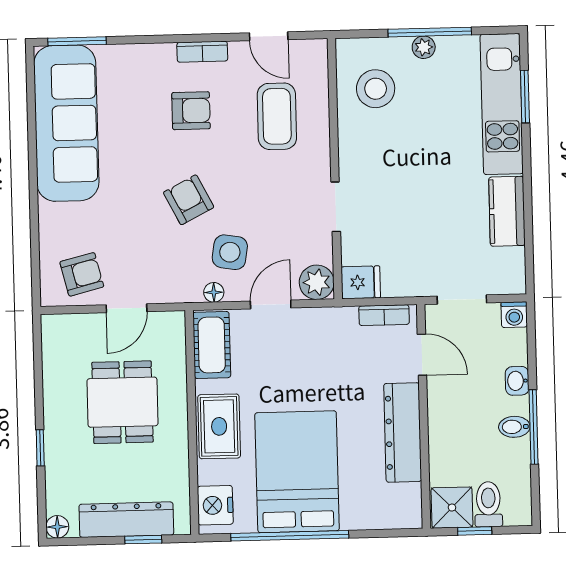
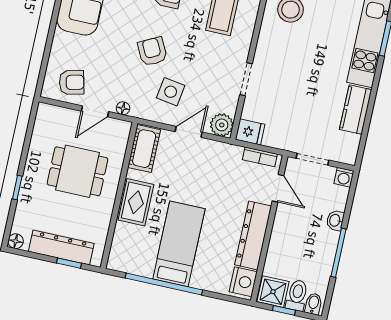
floor lamp: (214, 292) -> (123, 108), moved
dining table: (123, 402) -> (78, 171), turned 90
bidet: (514, 427) -> (313, 304), moved, turned 90
bed: (297, 472) -> (179, 244), width x0.67
nightstand: (215, 505) -> (243, 282), moved, turned 180

